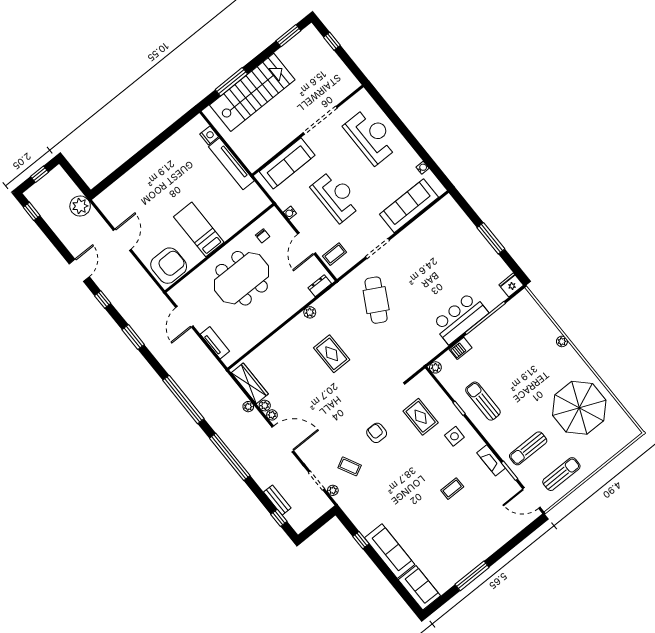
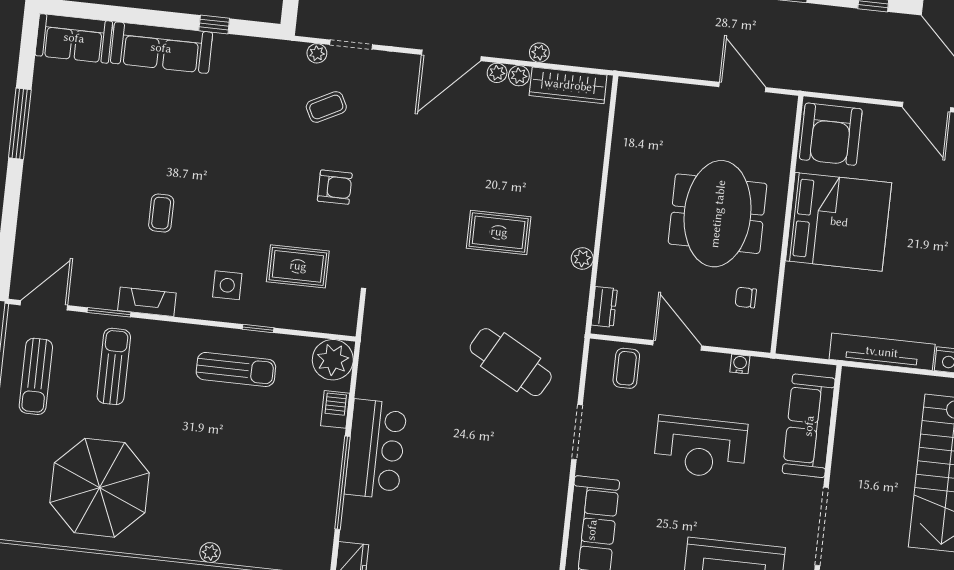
bed: (199, 229) -> (839, 222), width x2.04
tv unit: (215, 343) -> (668, 93), removed
plant: (435, 367) -> (333, 360), width x1.87, depth x1.87

